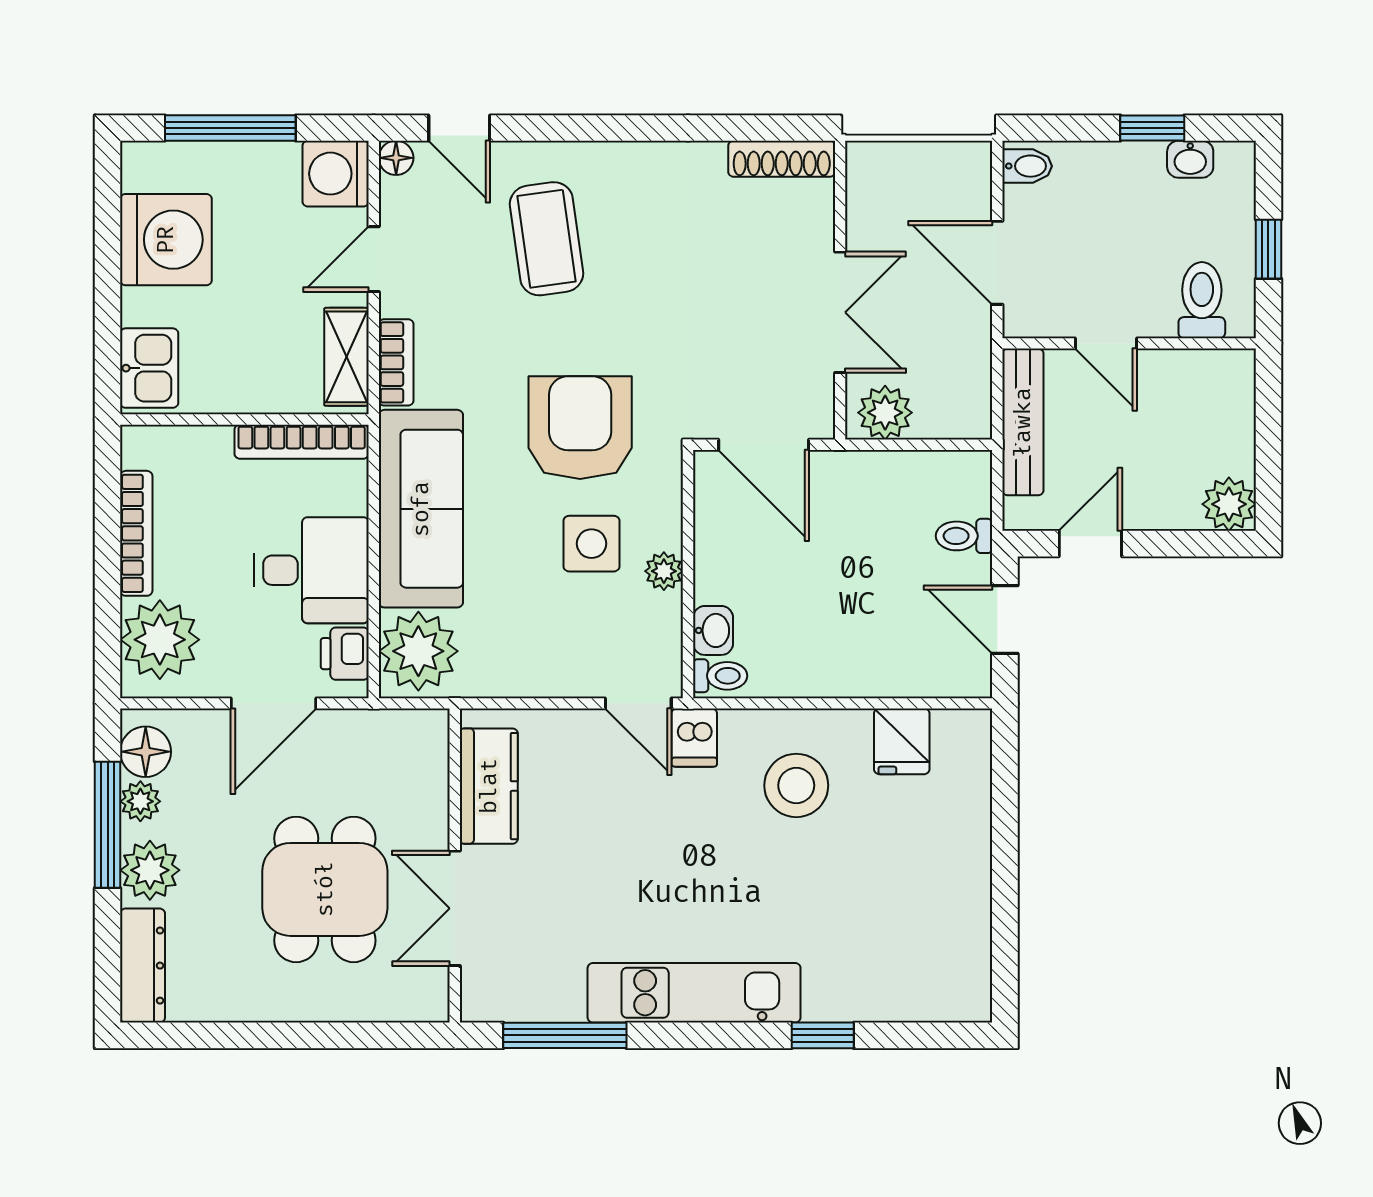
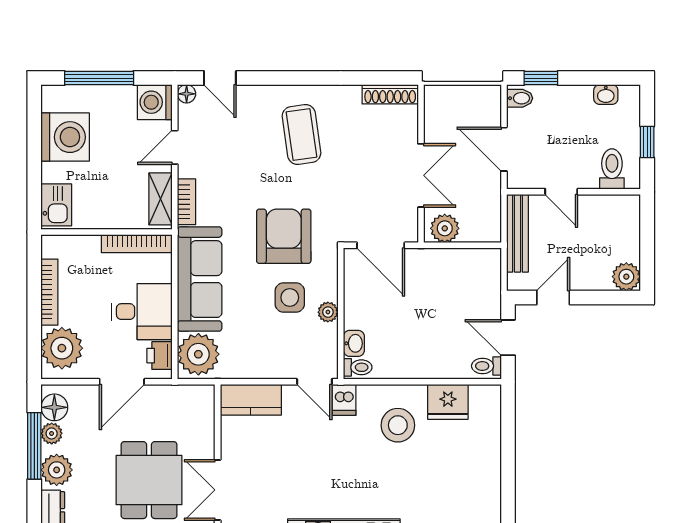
window: (1152, 128) -> (541, 78), moved
coffee table: (547, 239) -> (301, 134), moved
toilet: (964, 536) -> (486, 366), moved
fridge: (902, 741) -> (448, 402), width x1.38
kitchen counter: (489, 786) -> (251, 400), moved, turned 90

